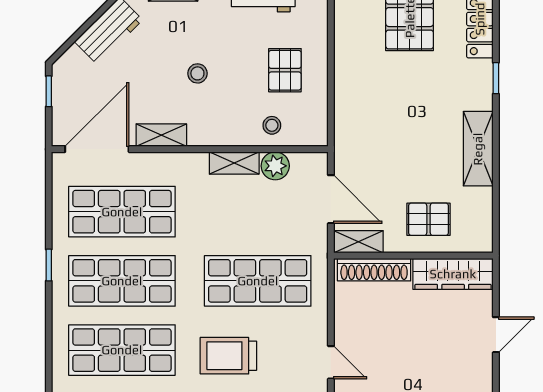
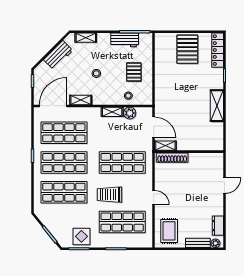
pallet: (428, 219) -> (196, 136), removed
wardrobe: (453, 274) -> (206, 159), removed

